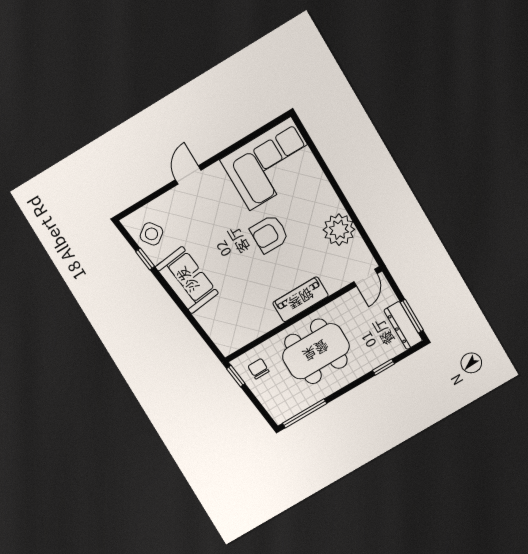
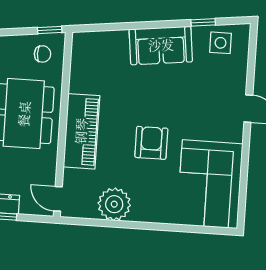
side table: (151, 234) -> (221, 43), turned 36
piano: (301, 299) -> (81, 131), width x1.37, depth x1.33

